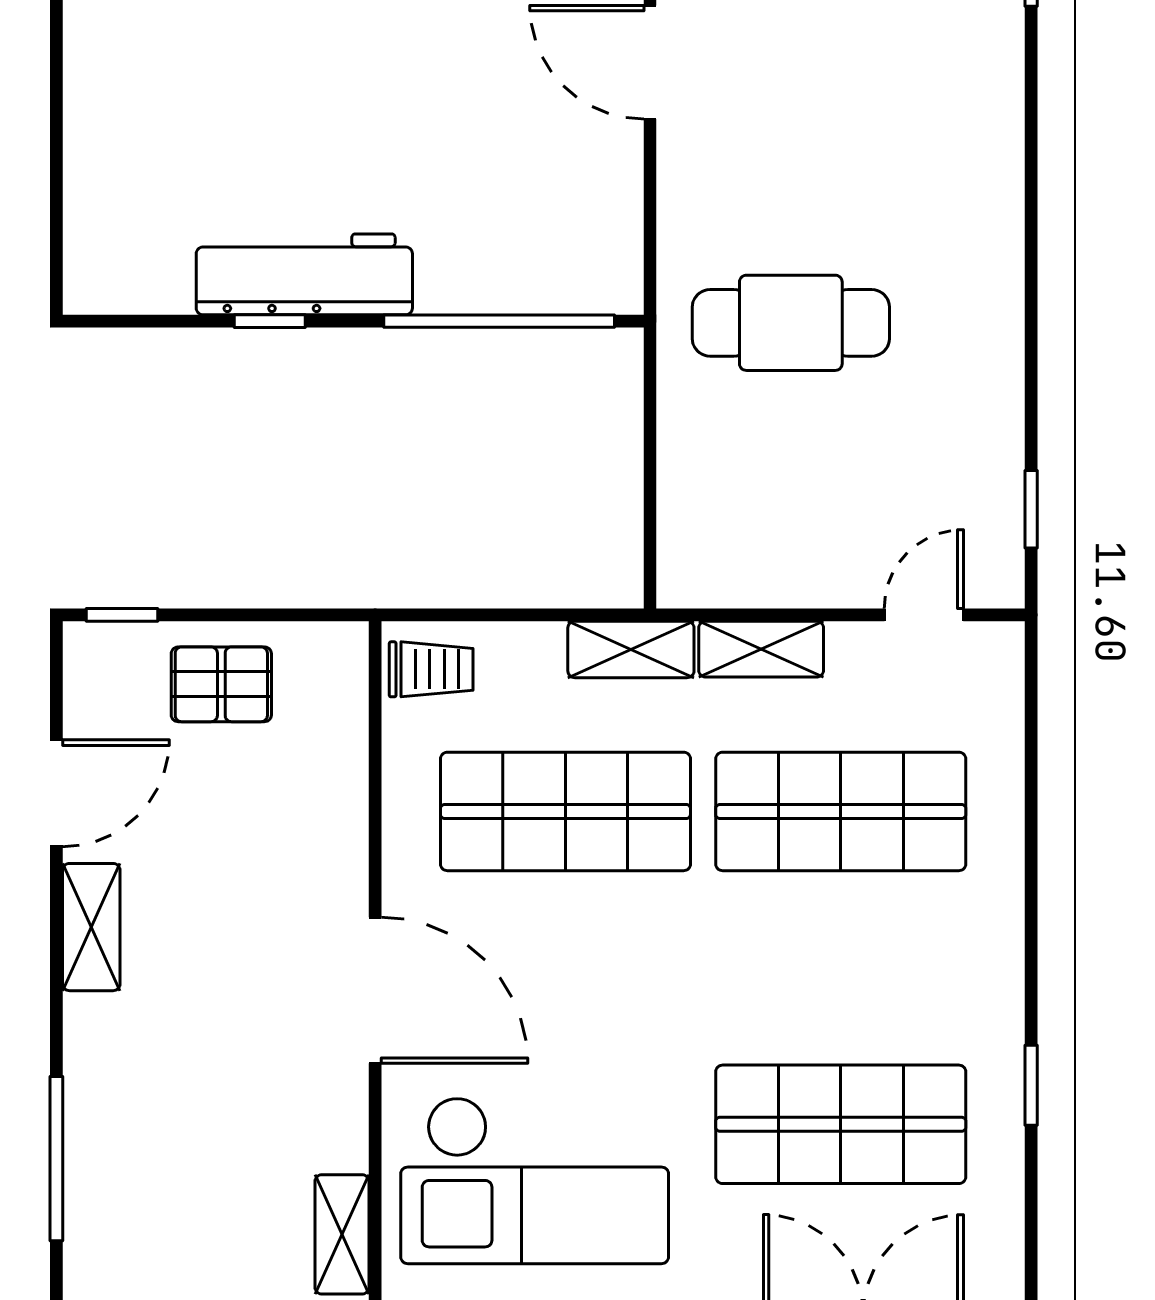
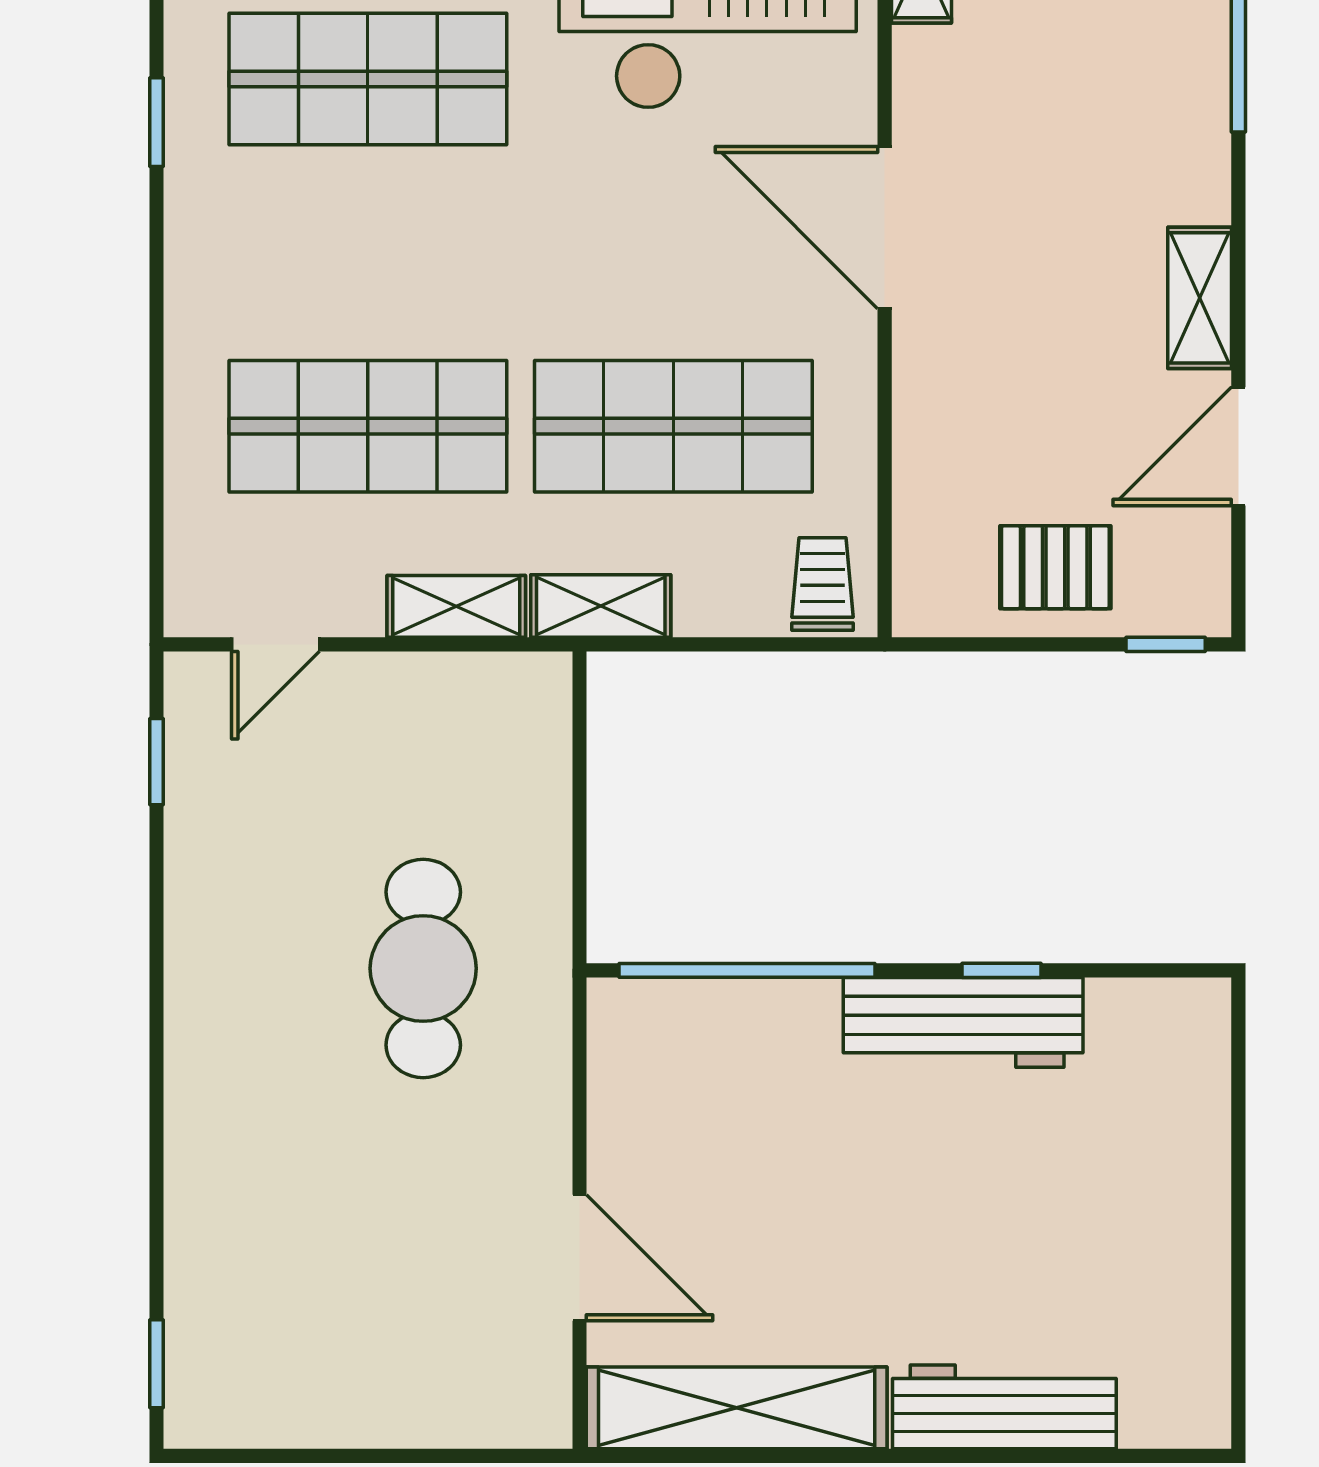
cafe table: (791, 323) -> (423, 968), turned 90
trolley: (431, 669) -> (823, 584), turned 90

